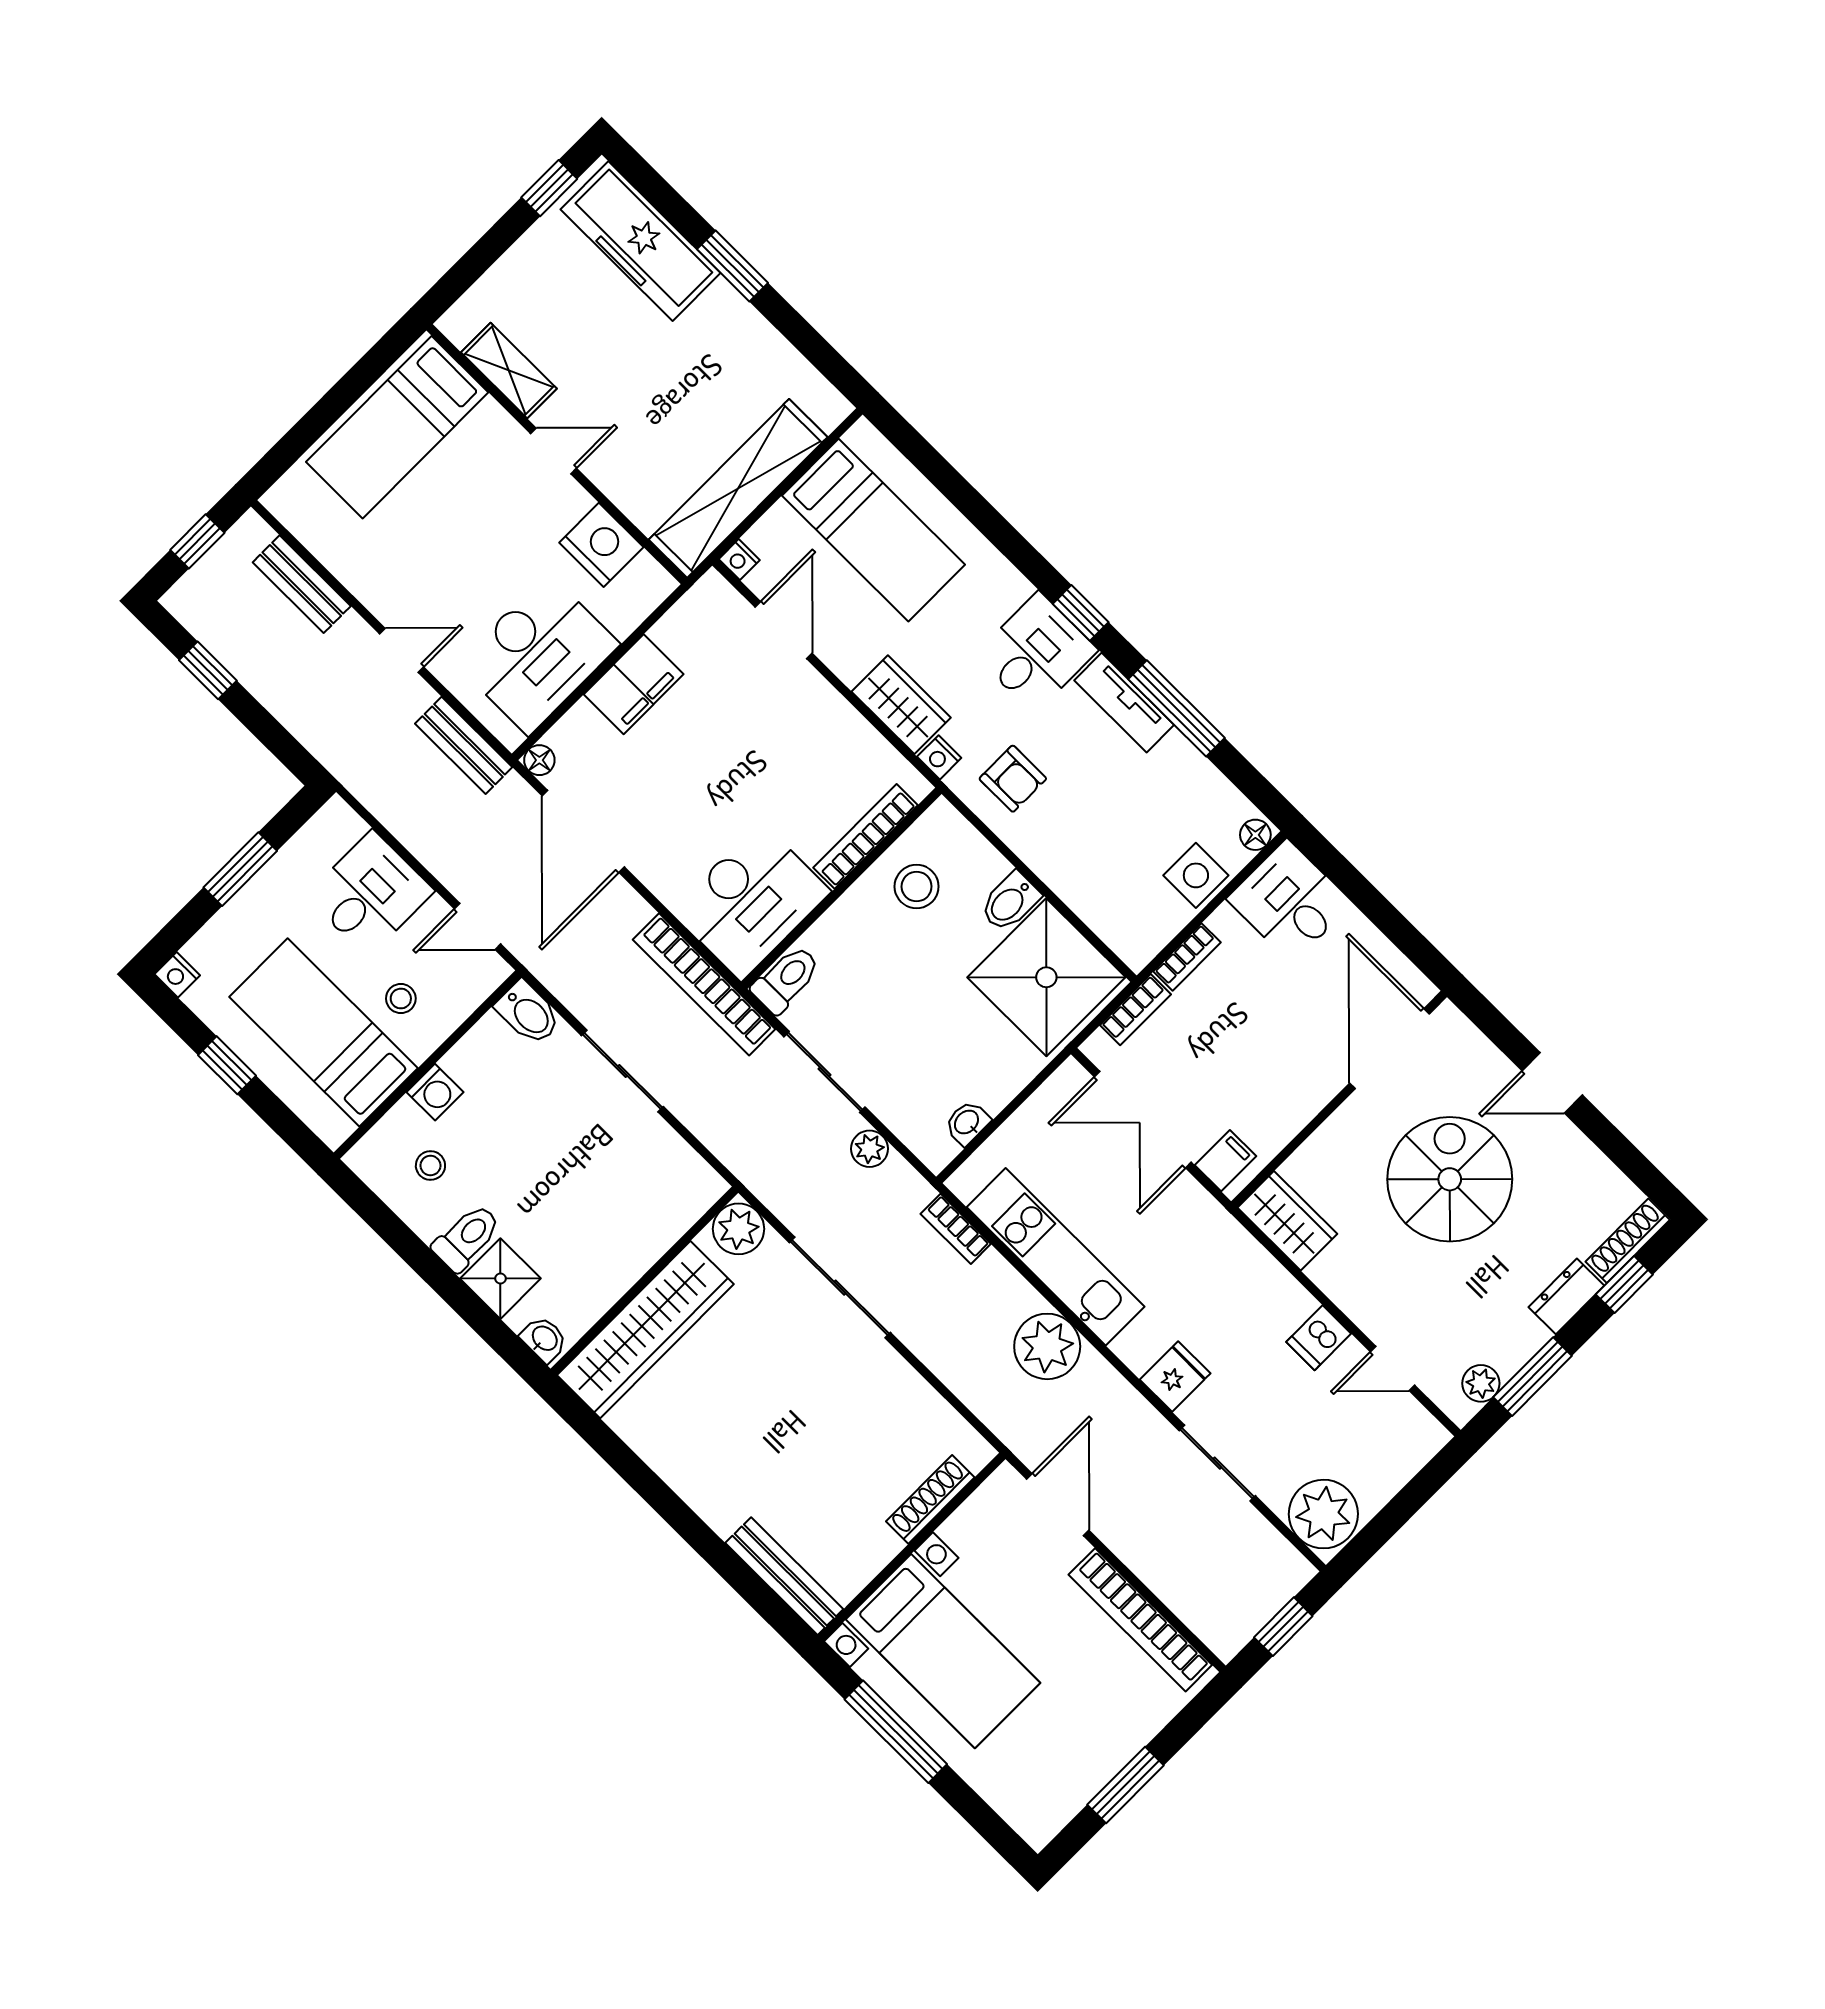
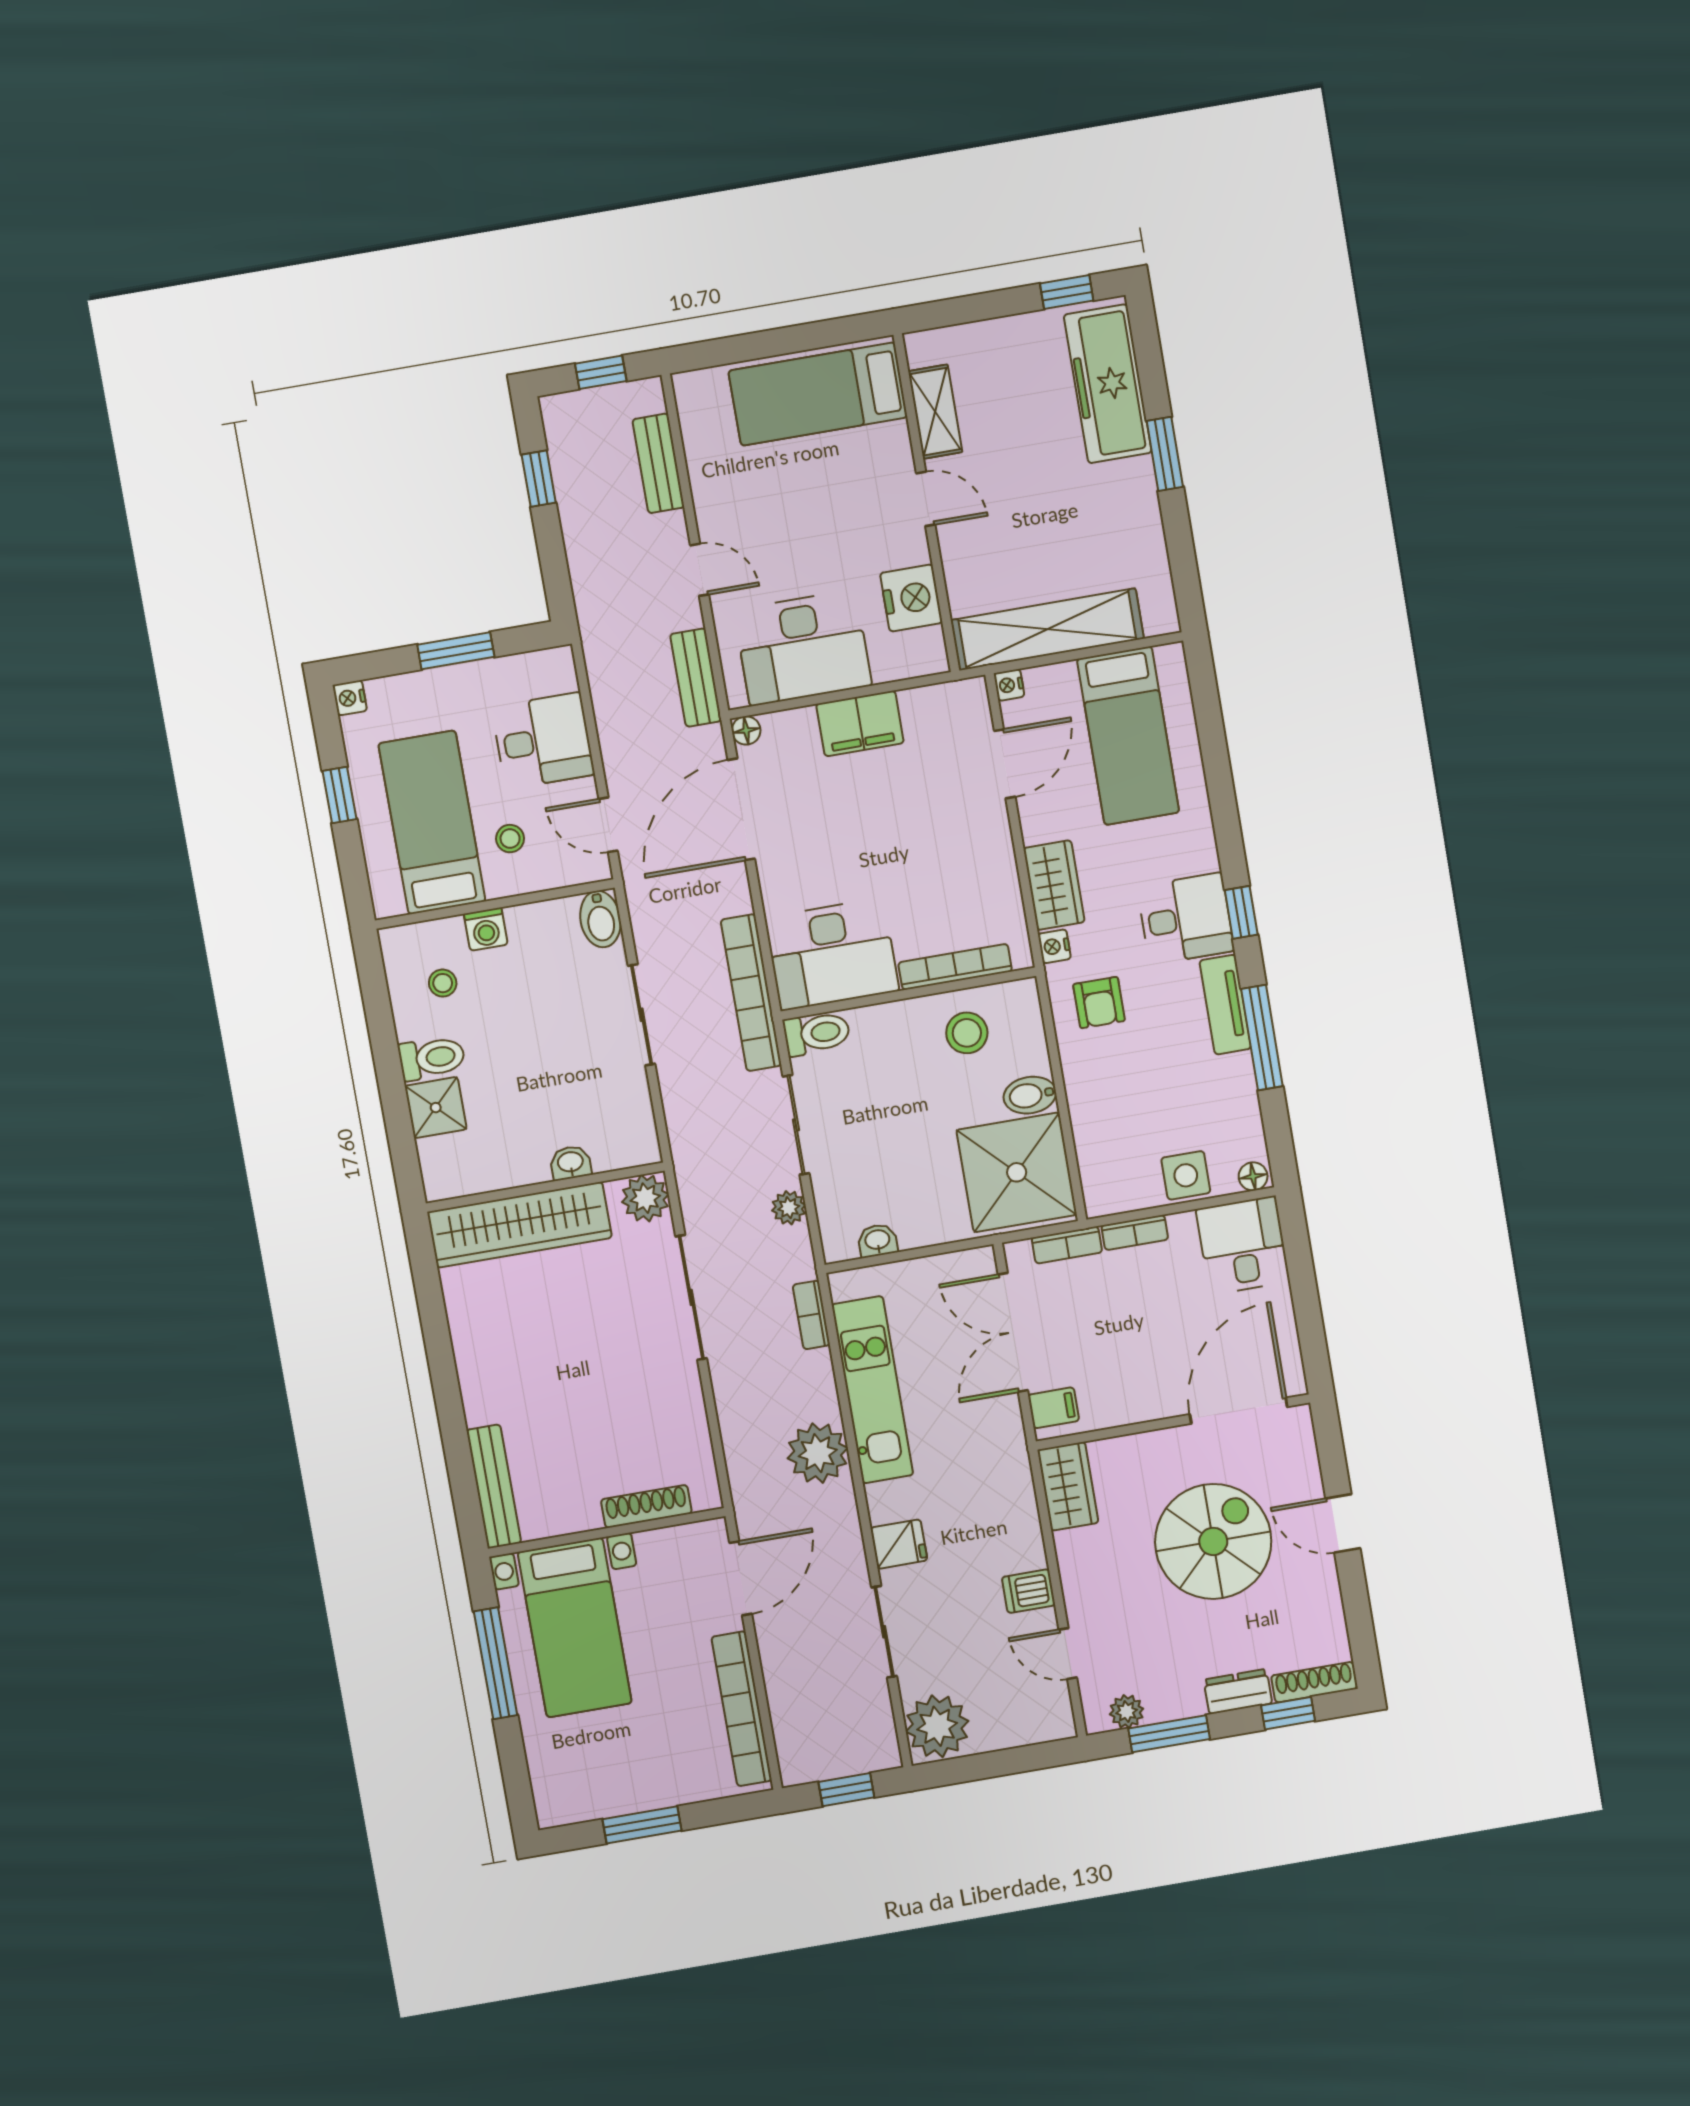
washbasin: (544, 1339) -> (571, 1163), moved, turned -90

